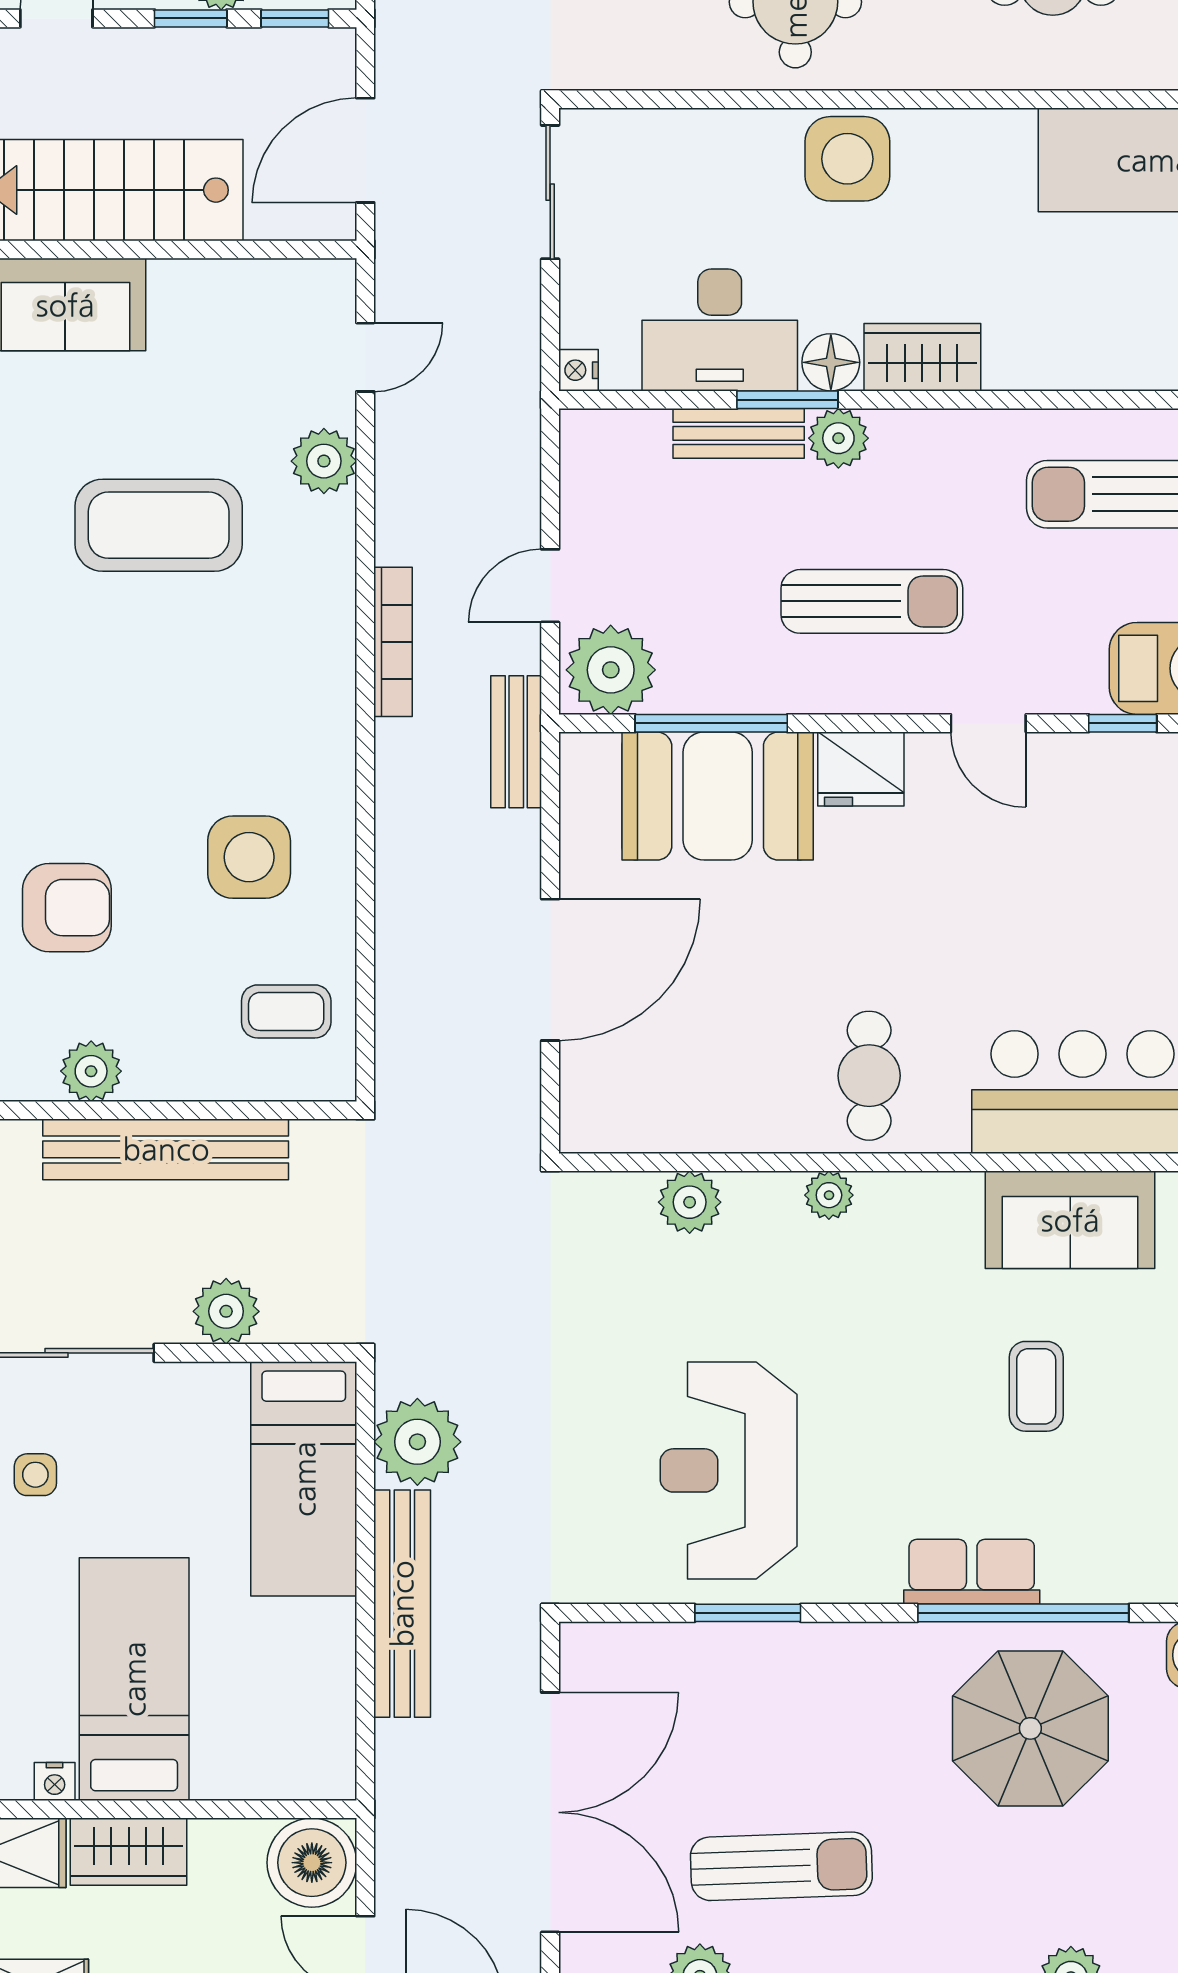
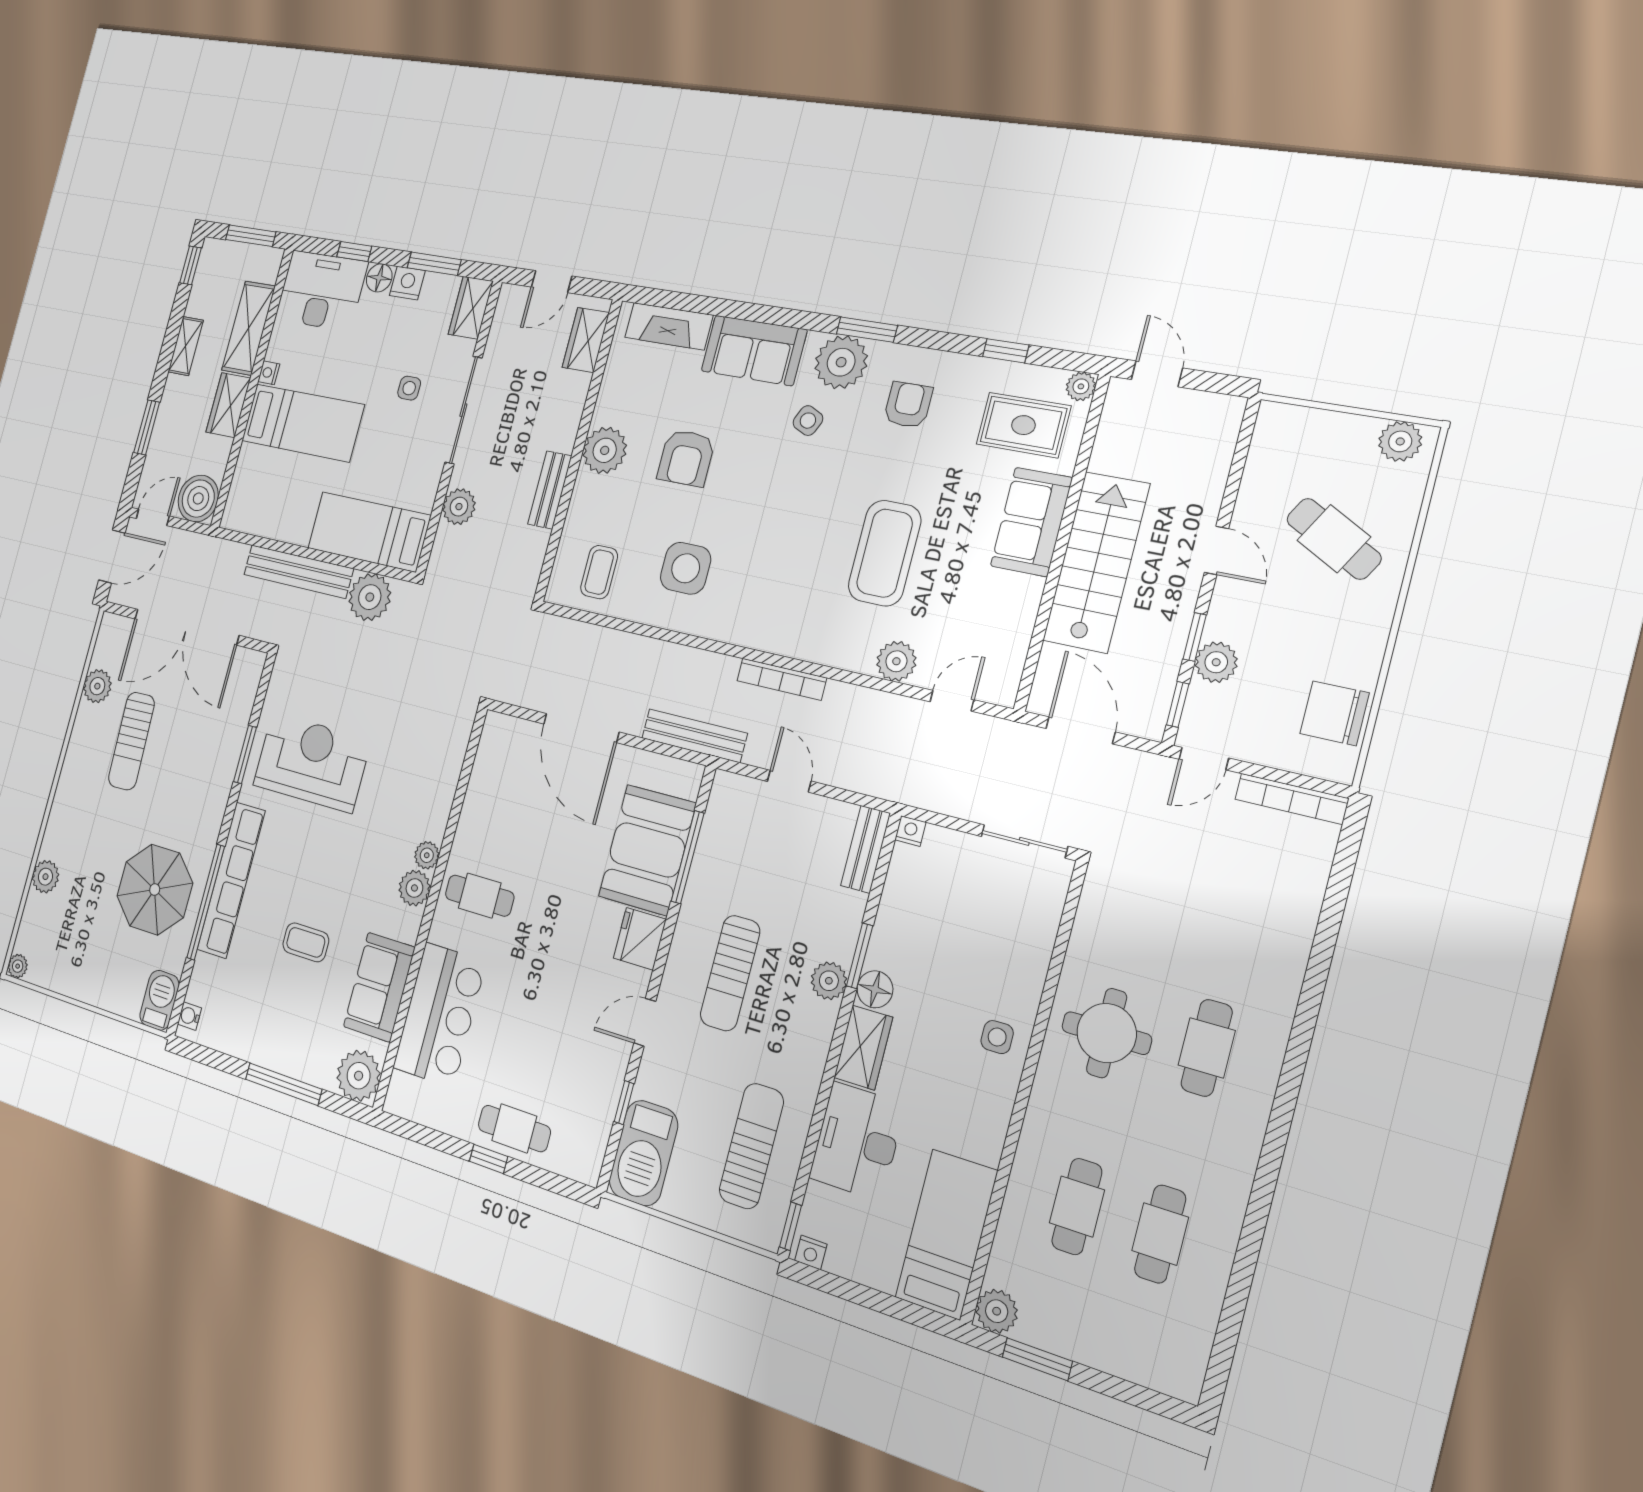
side table: (847, 159) -> (997, 1037), width x0.54, depth x0.54
desk: (720, 330) -> (857, 1141), moved
door: (365, 357) -> (952, 701), swing flipped
bench: (739, 433) -> (866, 849), moved
plant: (611, 670) -> (732, 805), removed
bench: (516, 742) -> (694, 736), width x1.36
plant: (91, 1071) -> (605, 450), width x1.36, depth x1.36
bench: (166, 1149) -> (550, 490), width x0.54, depth x0.82
plant: (690, 1202) -> (414, 888), moved
row of seats: (972, 1572) -> (231, 880), width x2.02

